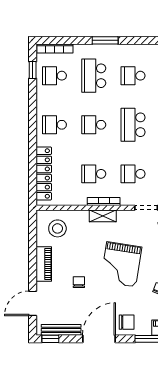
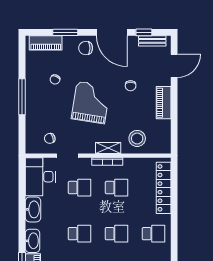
school desk: (133, 125) -> (80, 234), width x0.54
stool: (57, 228) -> (137, 138), moved
bench: (61, 330) -> (152, 41), width x0.73
window: (50, 339) -> (144, 32), moved
door: (99, 339) -> (112, 32), hinge flipped

